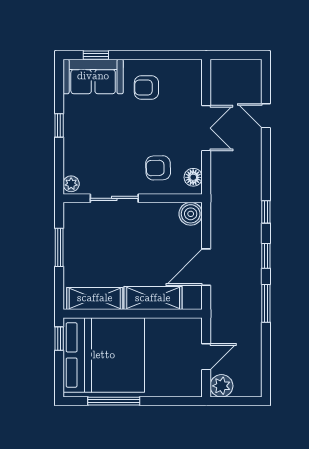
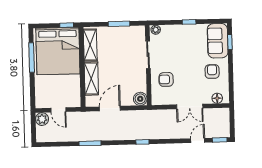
armchair: (158, 168) -> (166, 79), turned -88
floor lamp: (193, 177) -> (217, 98), moved
window: (266, 256) -> (220, 140), moved
door: (206, 267) -> (110, 109), hinge flipped

